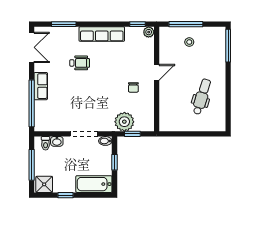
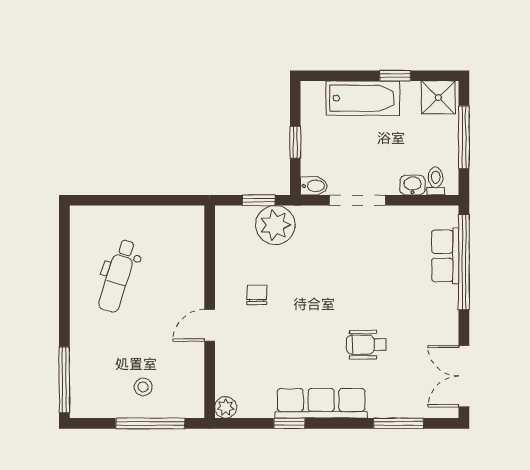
window: (137, 24) -> (289, 423), moved
row of seats: (41, 86) -> (445, 256), moved
bathtub: (94, 184) -> (363, 98), moved

